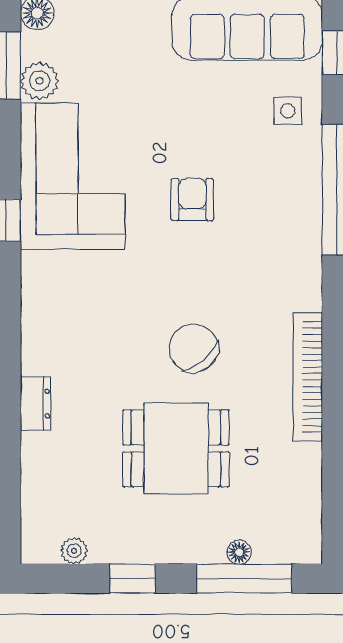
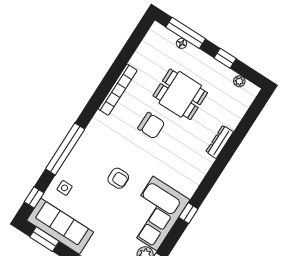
armchair: (192, 200) -> (118, 178), turned -90
chair: (194, 348) -> (151, 126), turned -50
dresser: (35, 404) -> (220, 142), width x1.44

